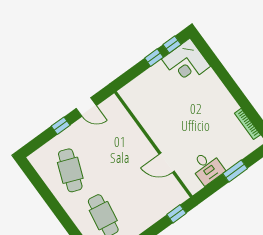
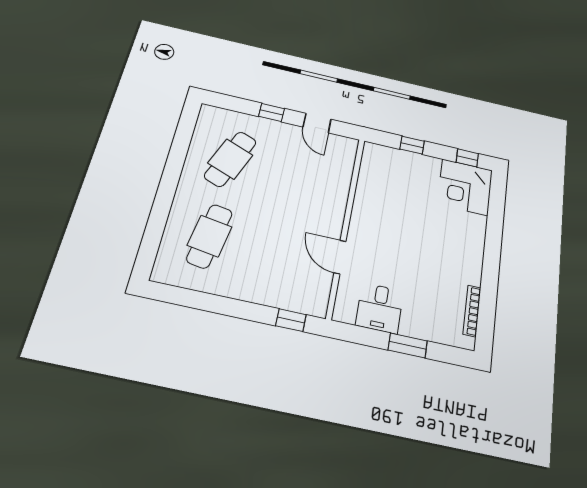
window: (154, 58) -> (412, 145), moved

